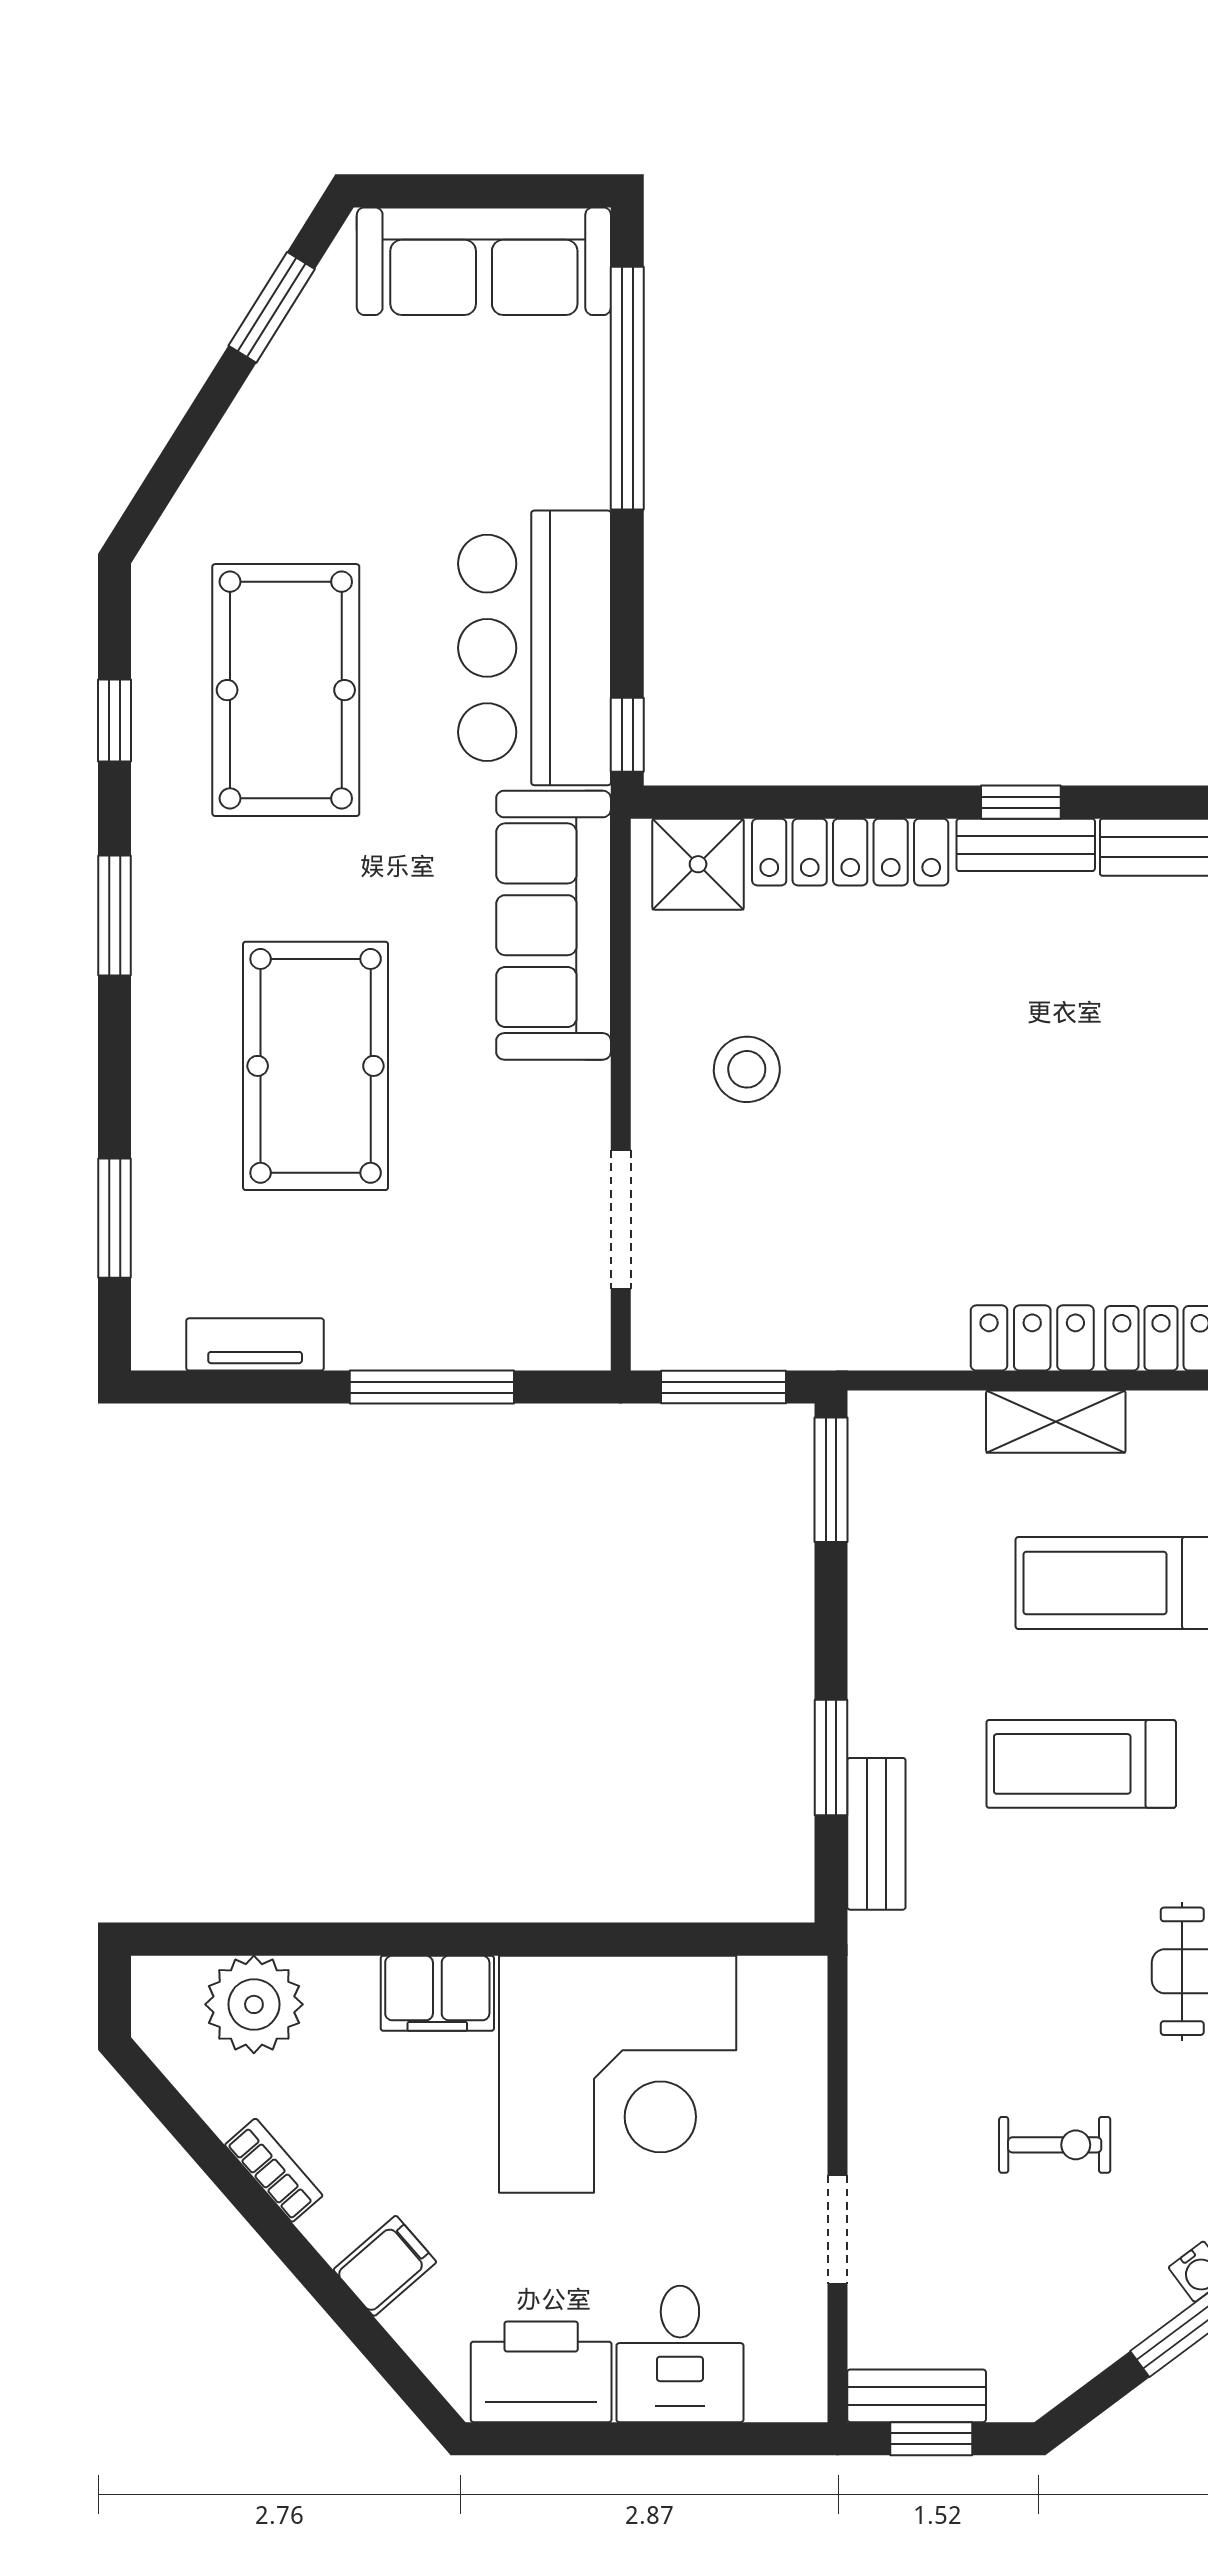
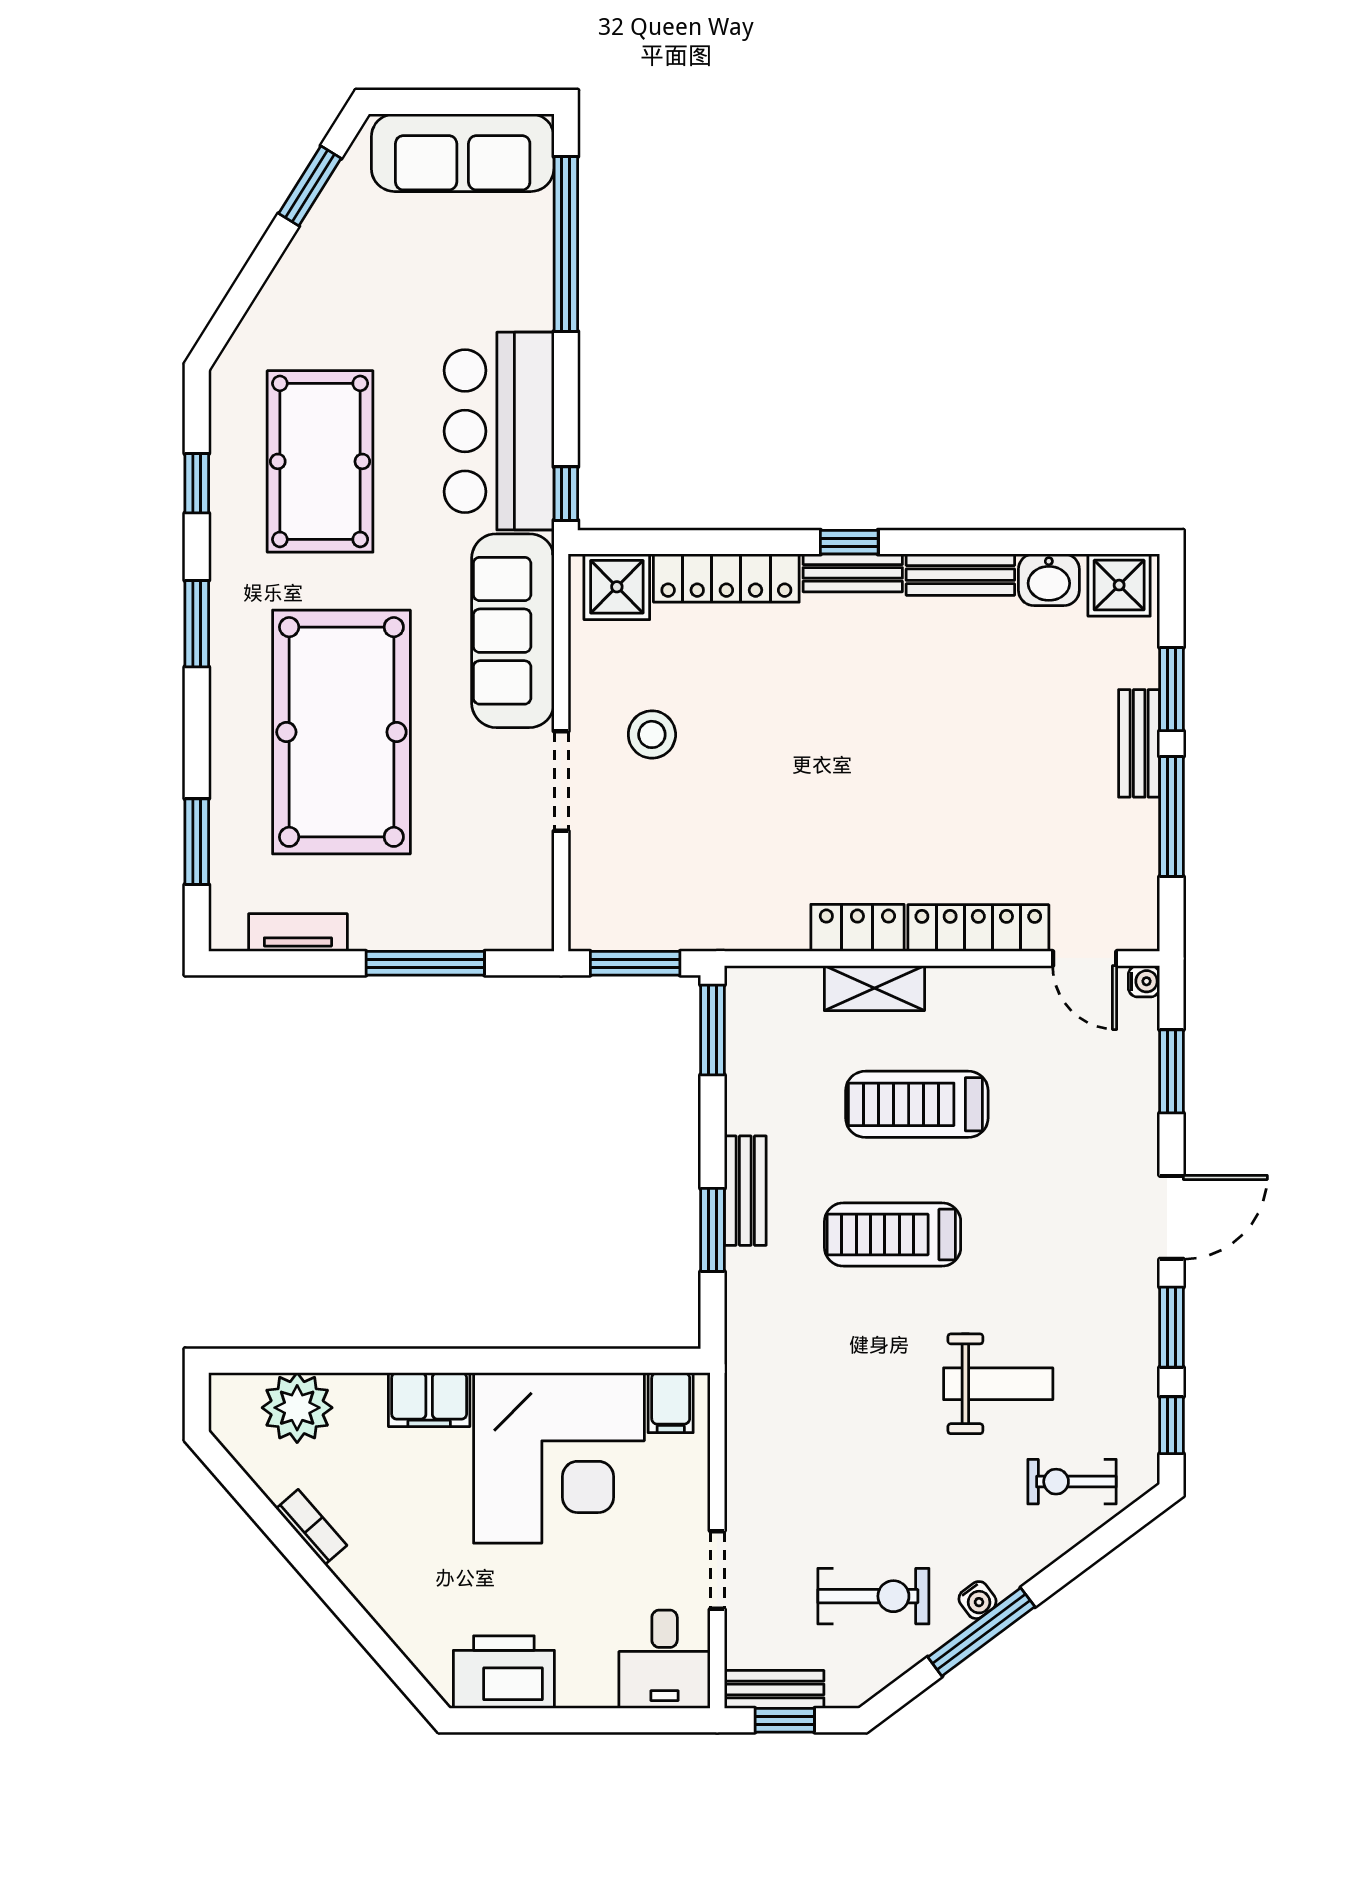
pool table: (316, 1066) -> (341, 732), width x1.36, depth x1.32
doorway: (621, 1220) -> (561, 781), moved
bench: (876, 1834) -> (745, 1191), moved
exercise bike: (1055, 2145) -> (873, 1596), moved, width x1.38, depth x1.39
filing cabinet: (385, 2266) -> (671, 1403), moved, turned 131
desk: (680, 2354) -> (665, 1659), moved

